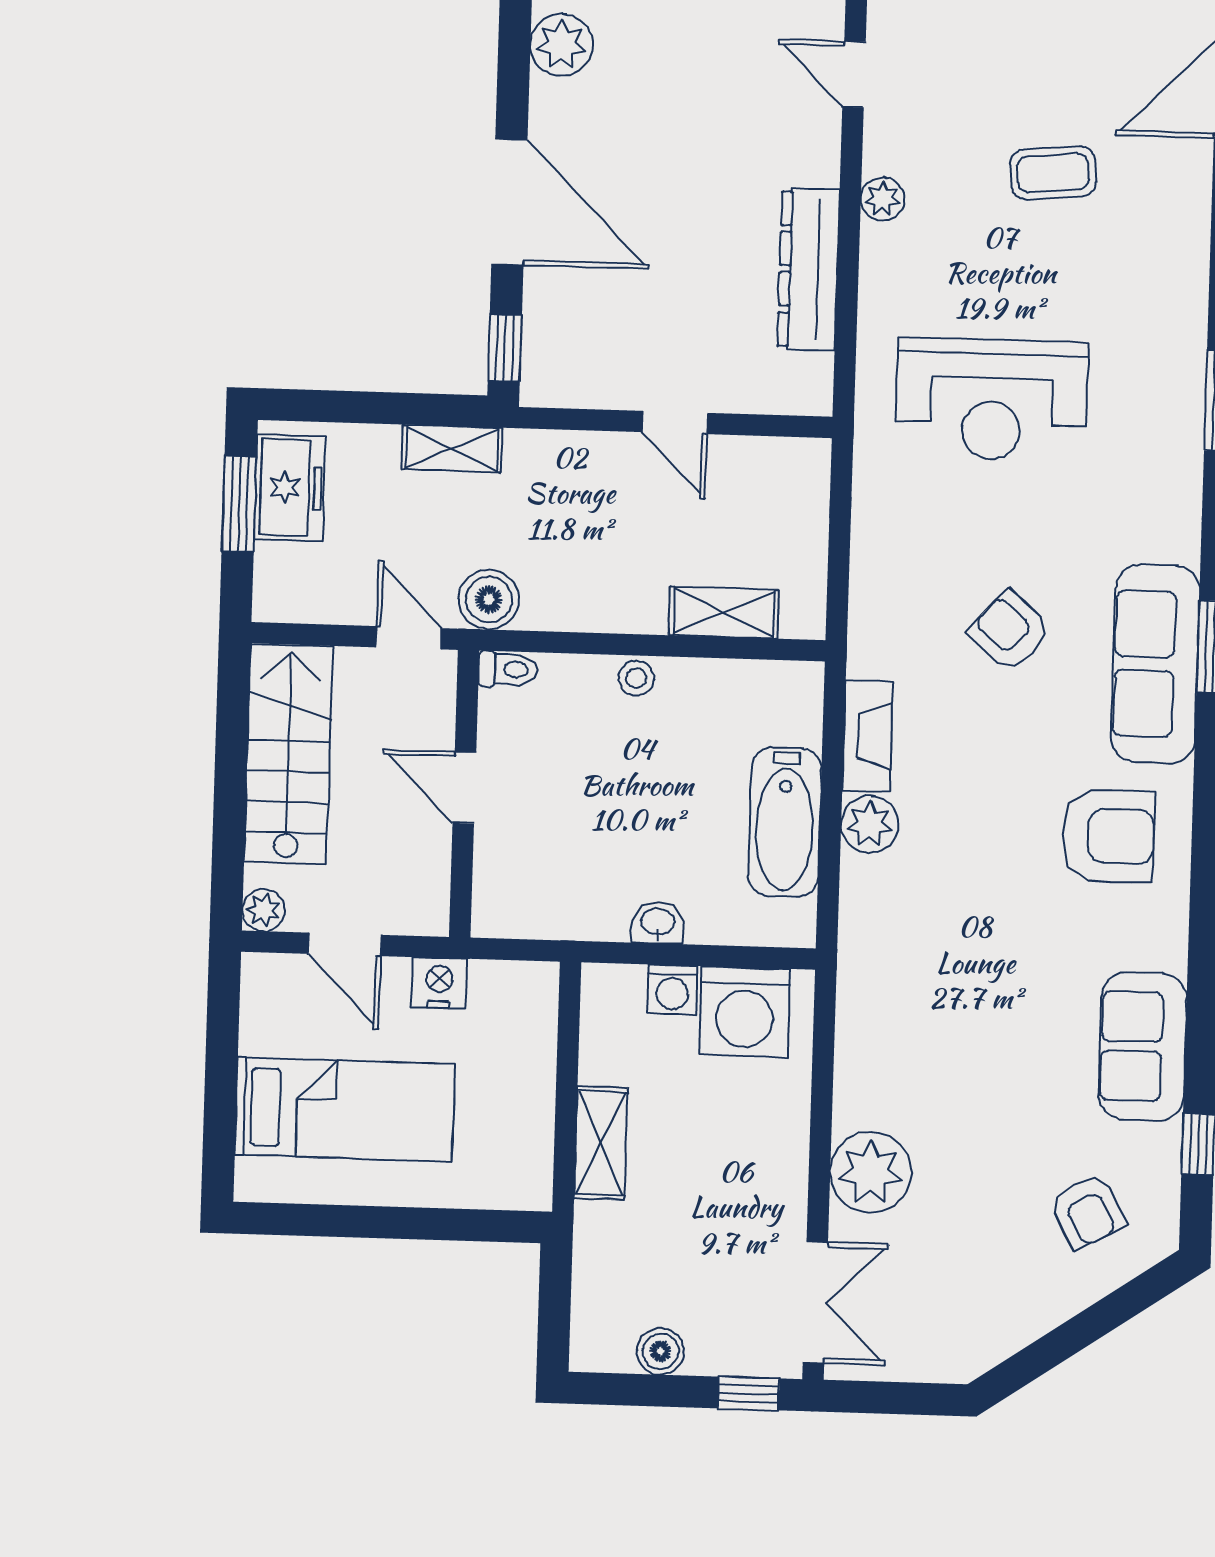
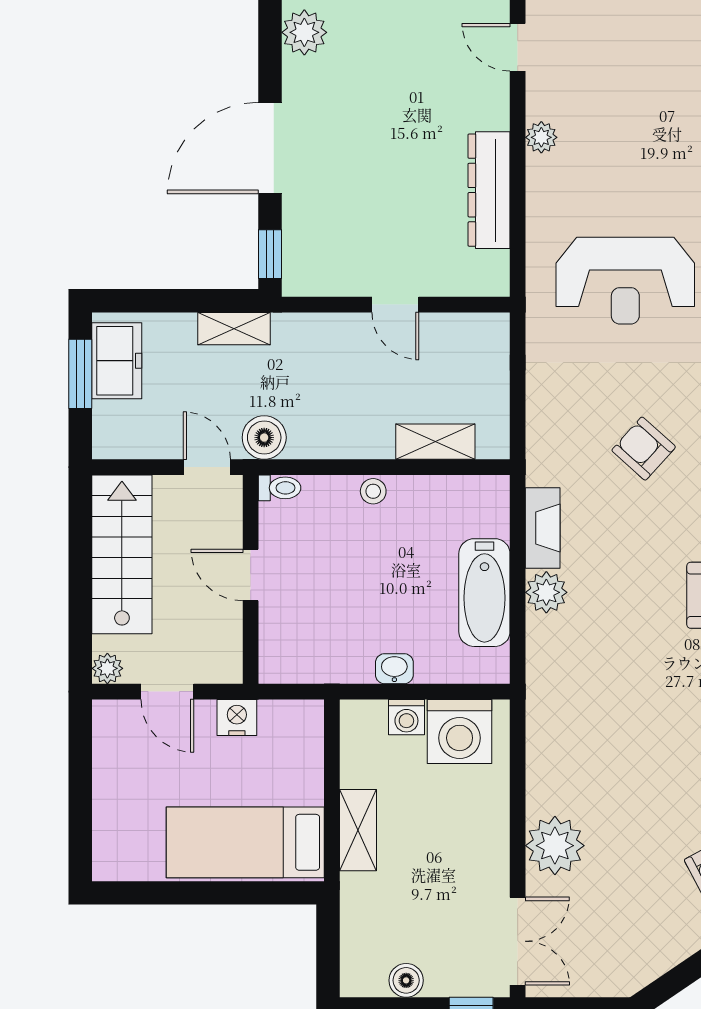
coffee table: (1053, 173) -> (665, 114), removed
door: (509, 202) -> (270, 148), swing flipped
bed: (345, 1109) -> (245, 842), moved, turned 180

